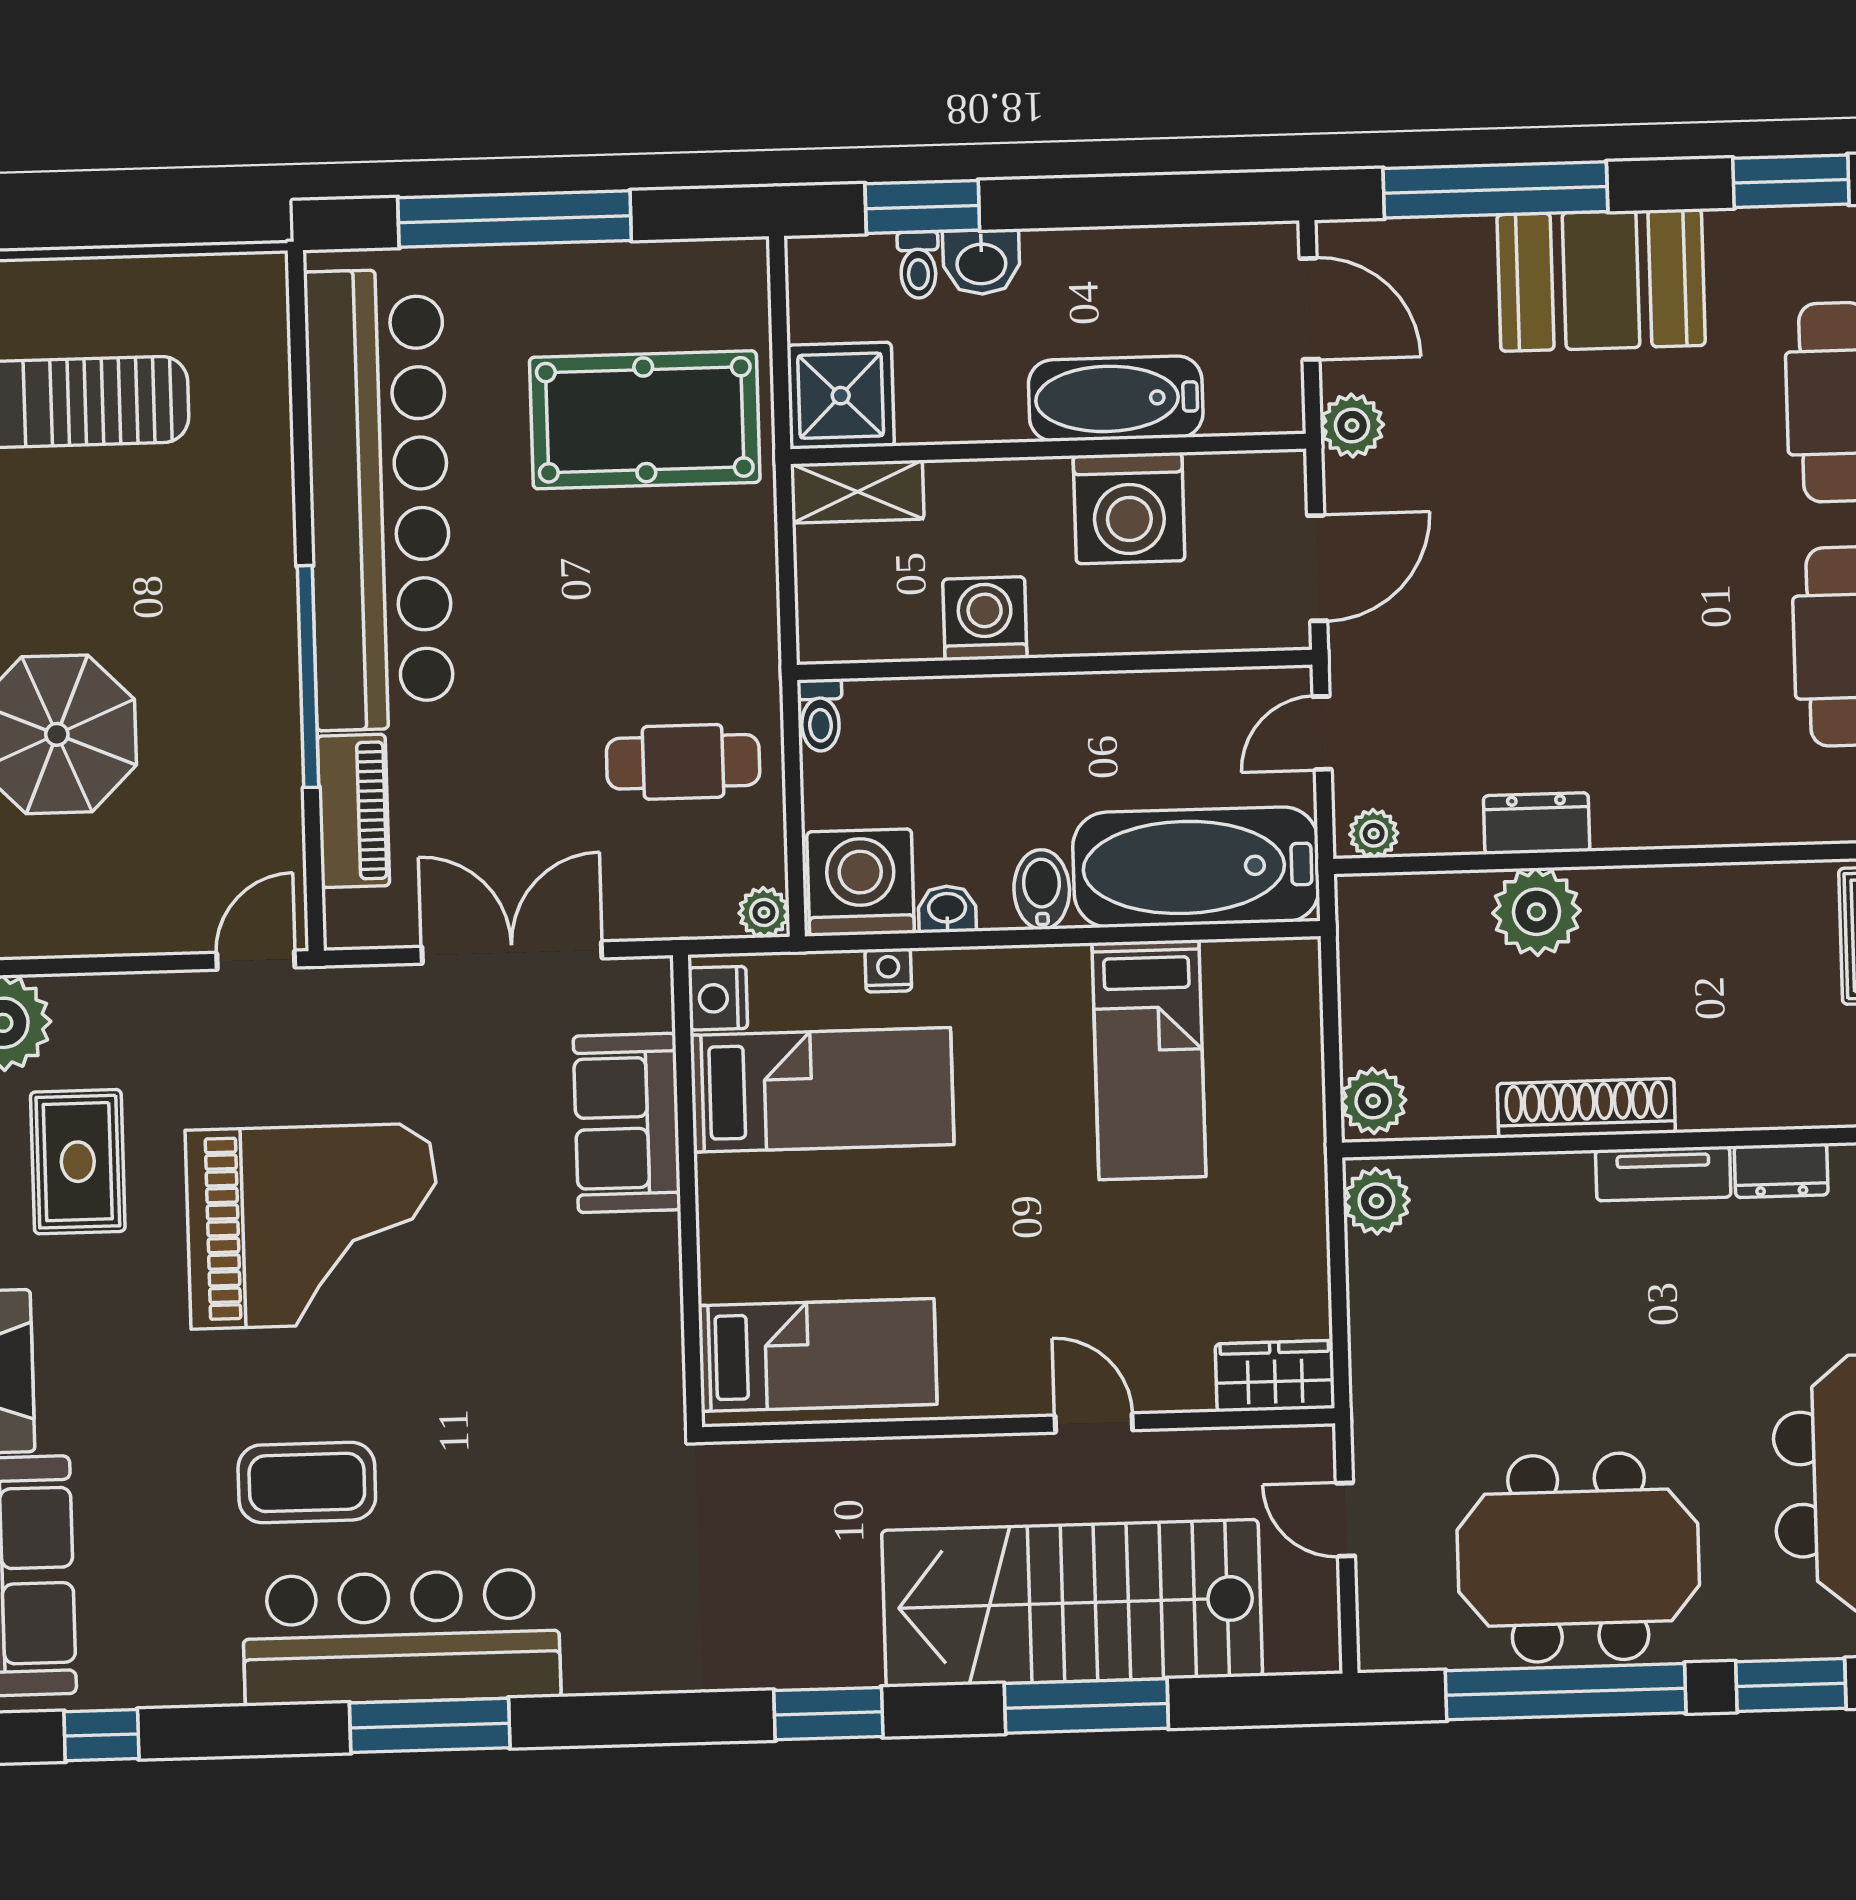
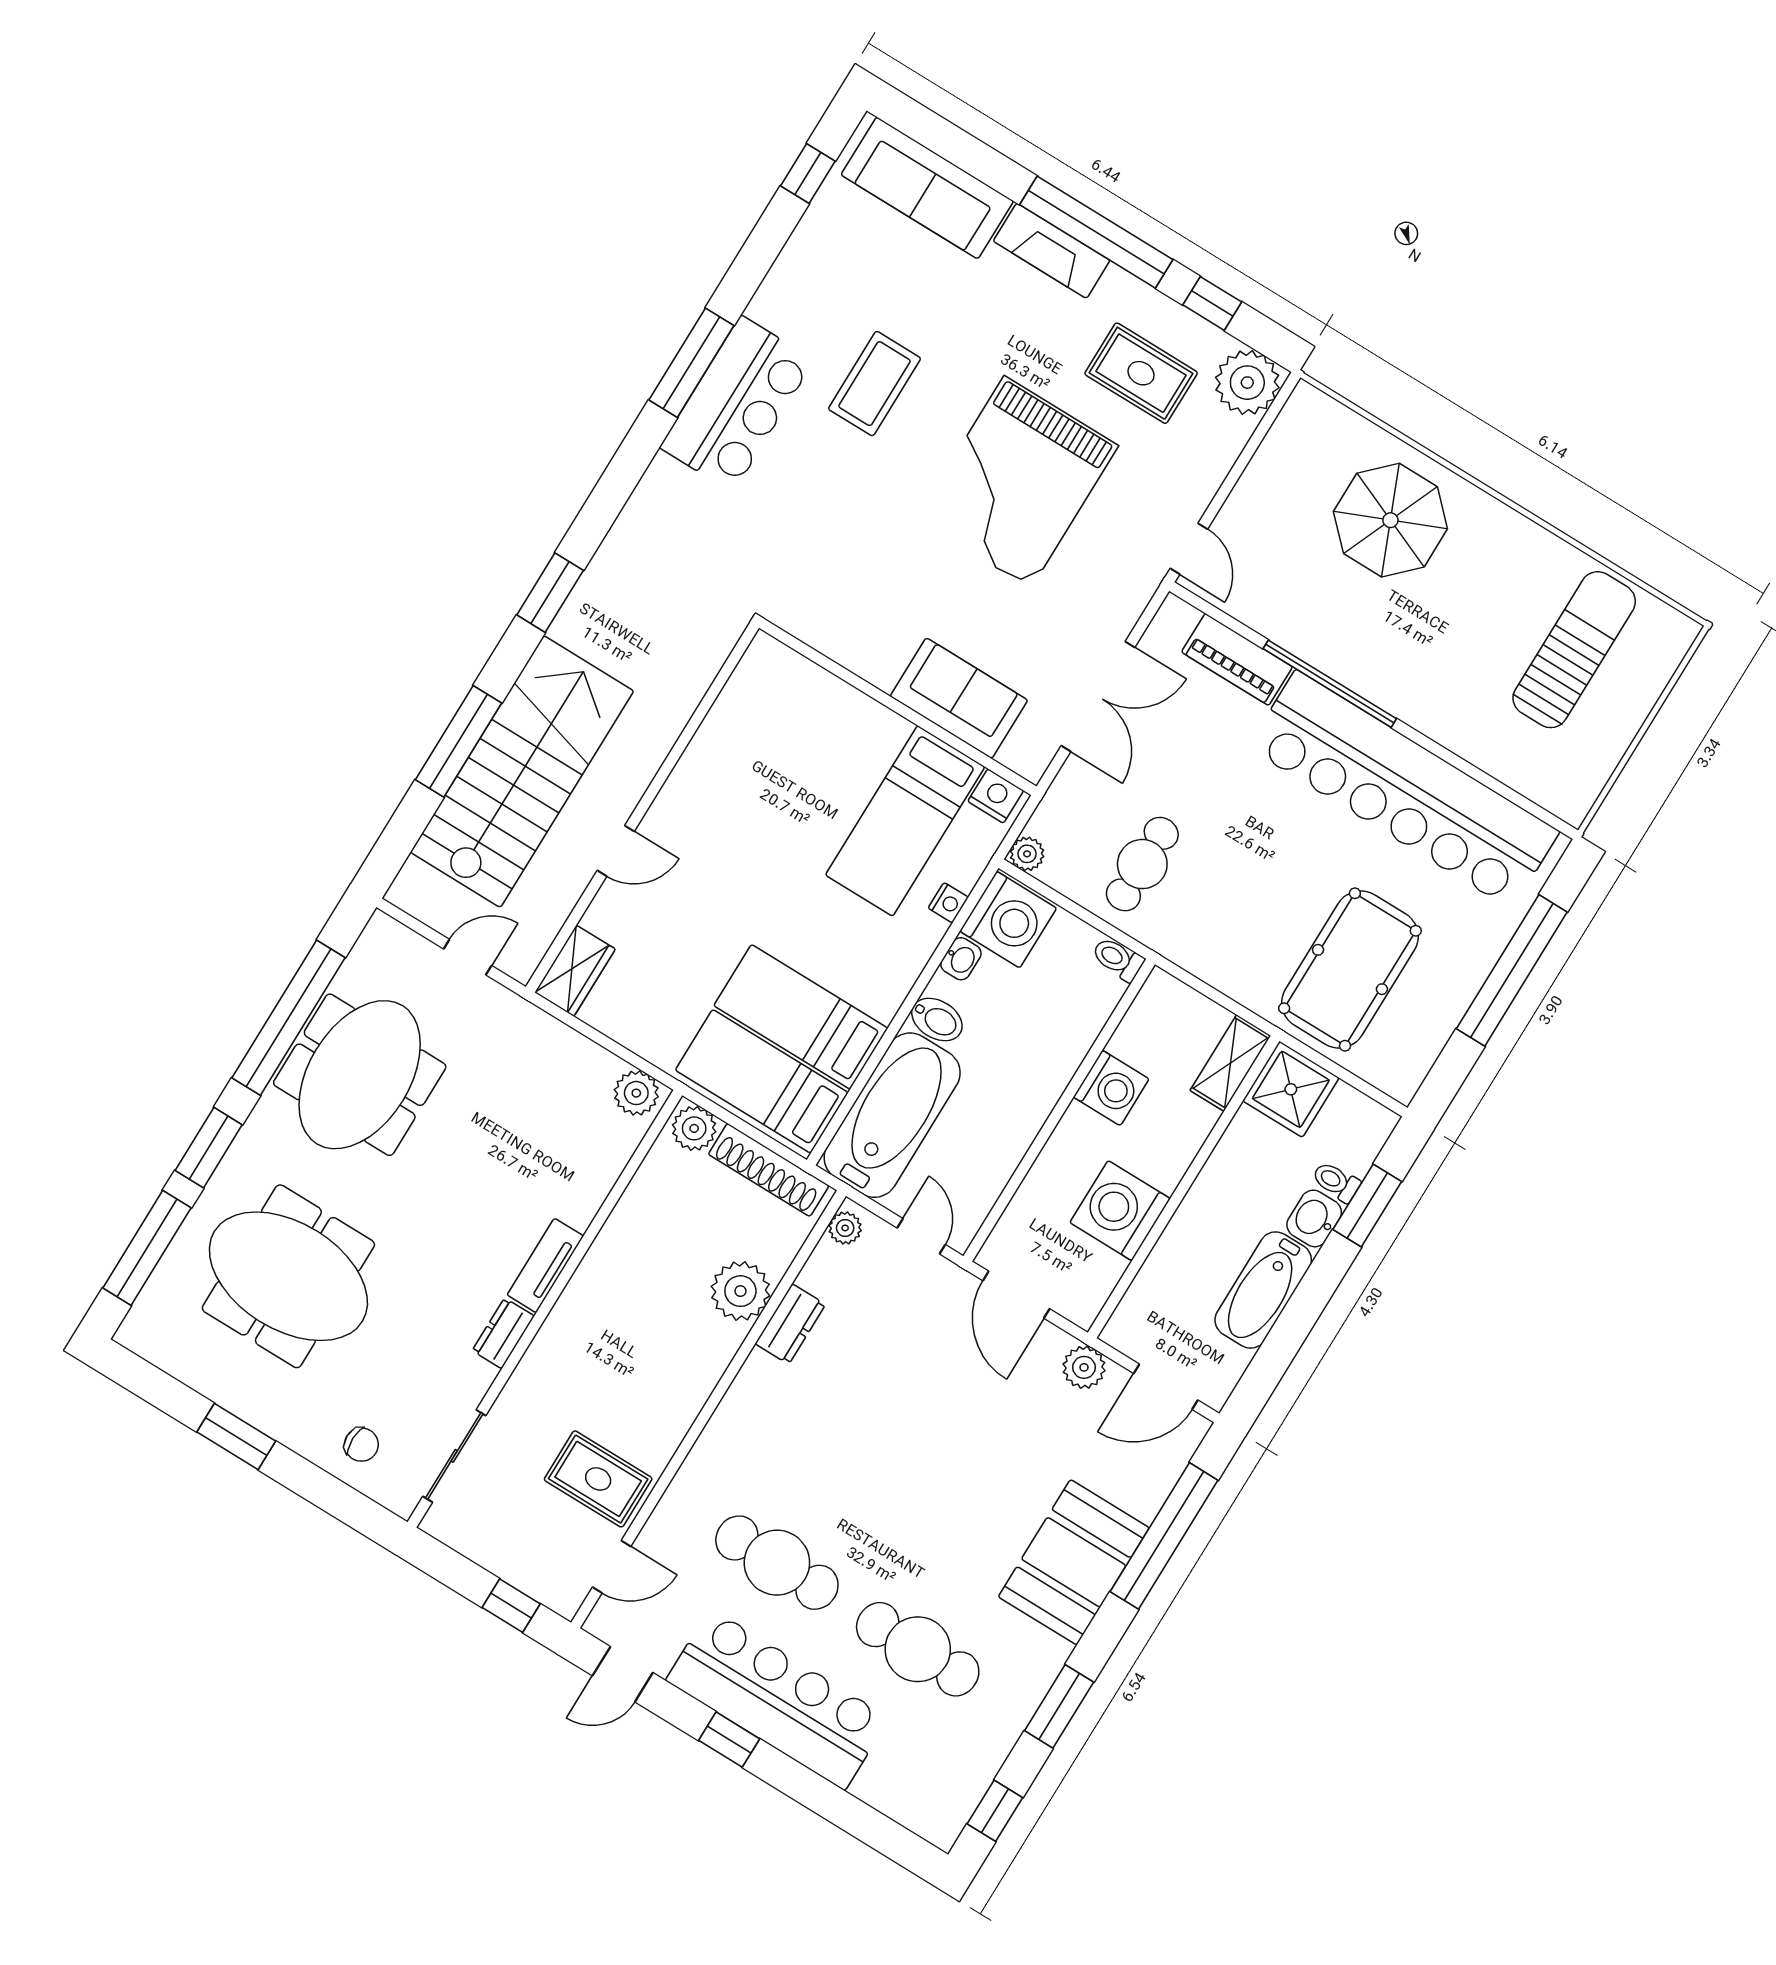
bathtub: (1116, 399) -> (1263, 1290), moved, turned 180
shoe rack: (1586, 1108) -> (769, 1170), moved, turned 90
bed: (818, 1355) -> (762, 1081), moved, turned 90
bar counter: (401, 1637) -> (737, 404), width x0.73

